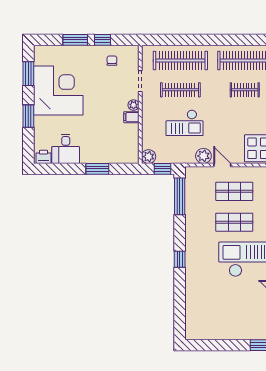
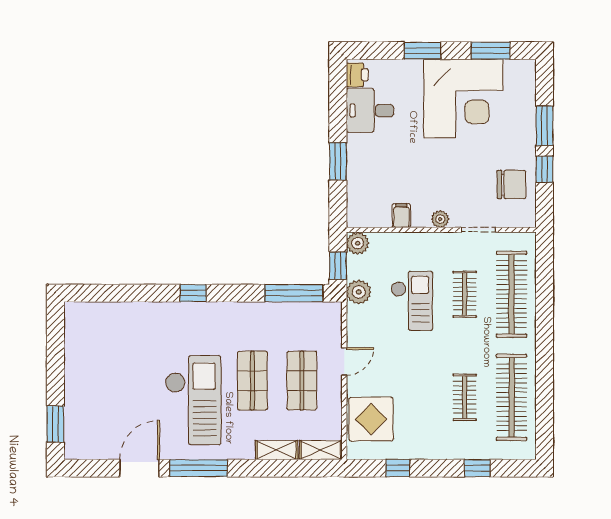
chair: (112, 61) -> (511, 185), width x1.87, depth x1.87
clothes rail: (180, 90) -> (465, 294), width x0.73
filing cabinet: (131, 117) -> (401, 216), moved
checkout: (185, 123) -> (412, 301), turned 180
plant: (203, 156) -> (359, 292), moved

